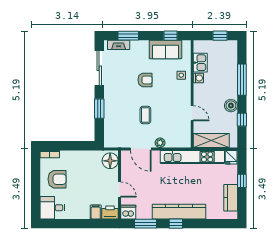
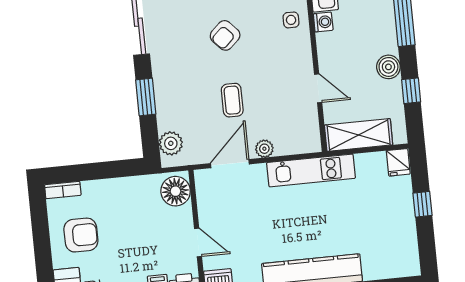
armchair: (145, 80) -> (225, 35), turned 137
plant: (110, 135) -> (171, 143), added
door: (141, 149) -> (230, 164), swing flipped
kitchen unit: (192, 157) -> (311, 170), width x0.73
kitchen counter: (231, 198) -> (405, 237), removed

